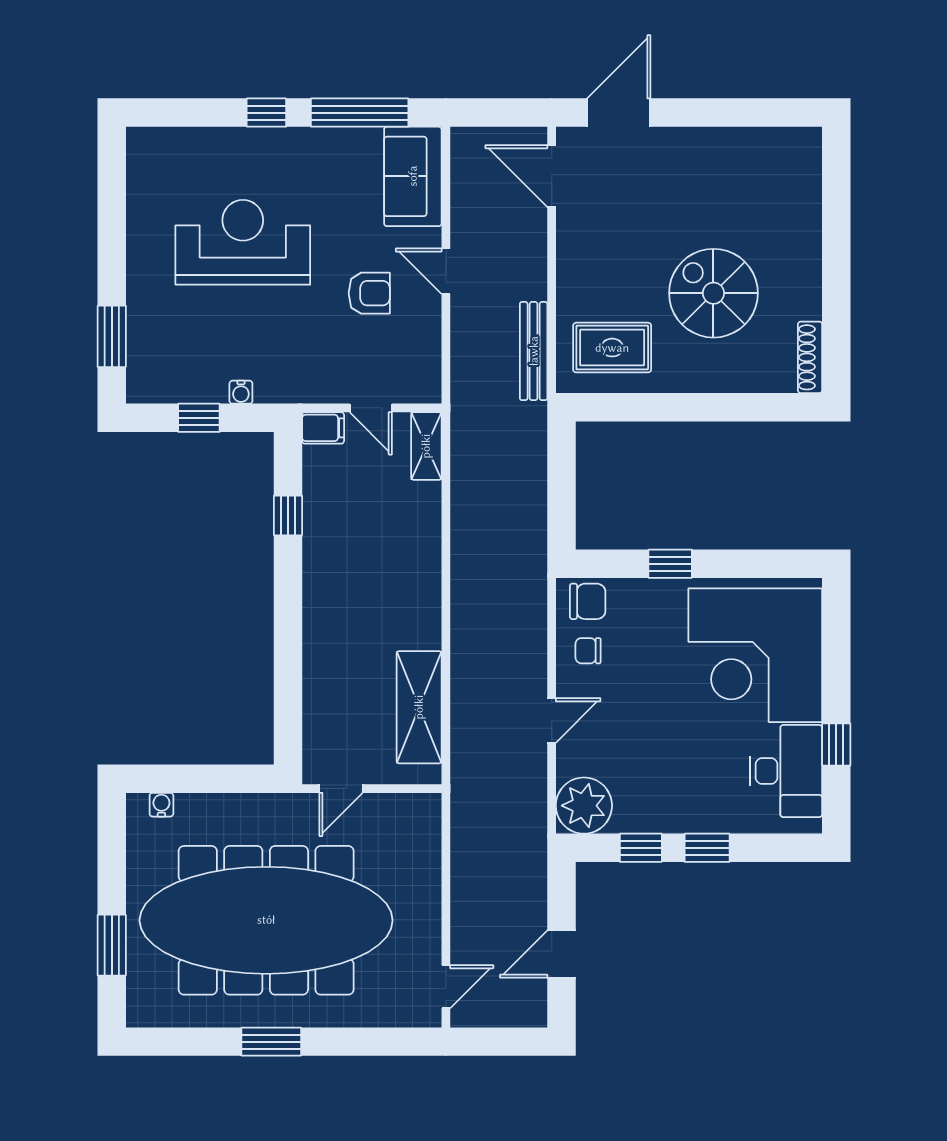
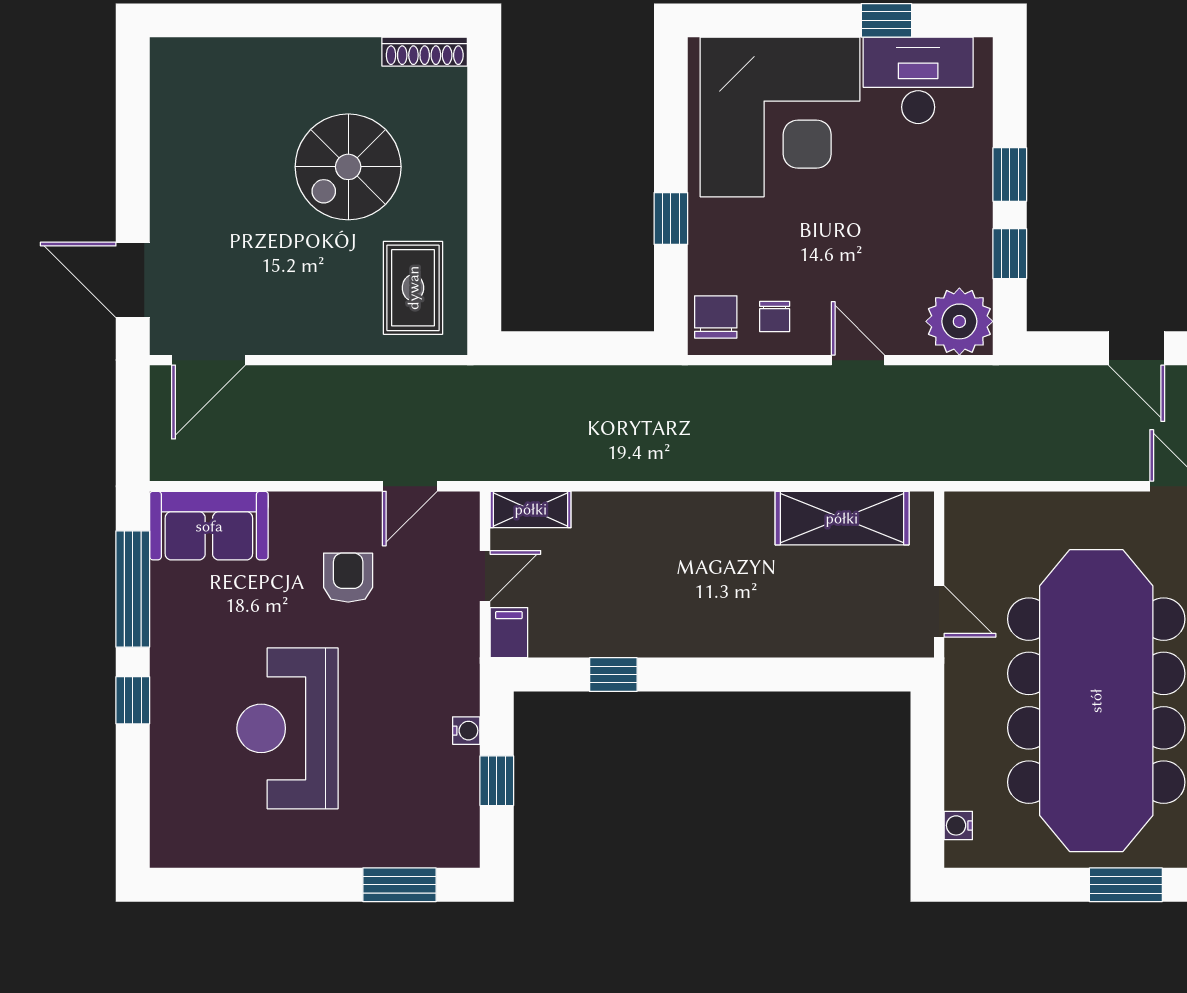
door: (446, 271) -> (410, 486), moved
bench: (534, 351) -> (417, 382), removed

